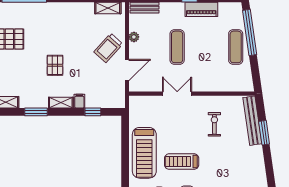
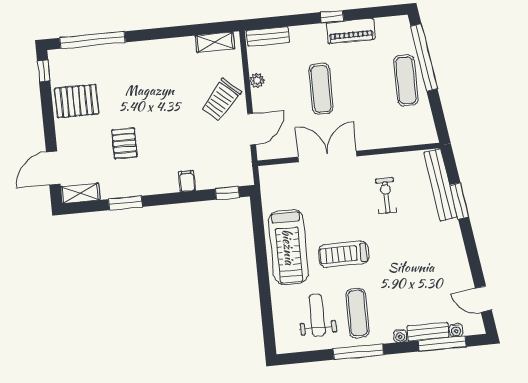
pallet: (55, 65) -> (124, 143), moved
double door: (177, 94) -> (328, 156), width x1.37
shelving: (61, 103) -> (160, 186), removed
window: (93, 112) -> (227, 193), moved

